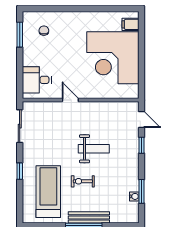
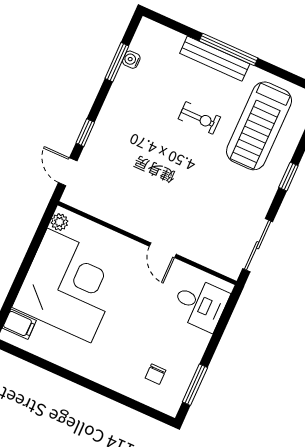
plant: (134, 90) -> (59, 222), added
weight bench: (94, 149) -> (160, 160), removed

